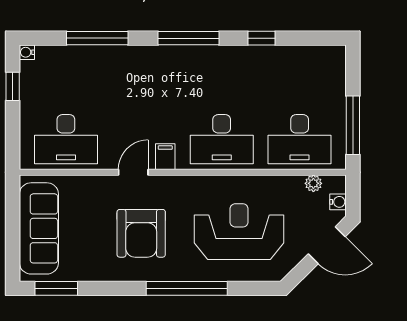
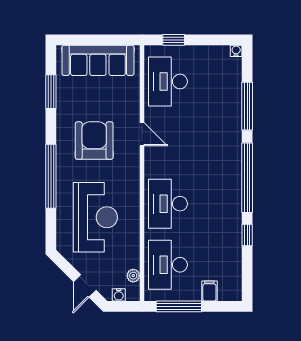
window: (189, 38) -> (247, 178), width x1.46
window: (13, 86) -> (174, 40), moved
filing cabinet: (165, 157) -> (209, 291), moved, turned -90
armchair: (141, 233) -> (94, 141), turned 90
door: (327, 245) -> (85, 286), width x0.73
window: (56, 288) -> (51, 92), moved

